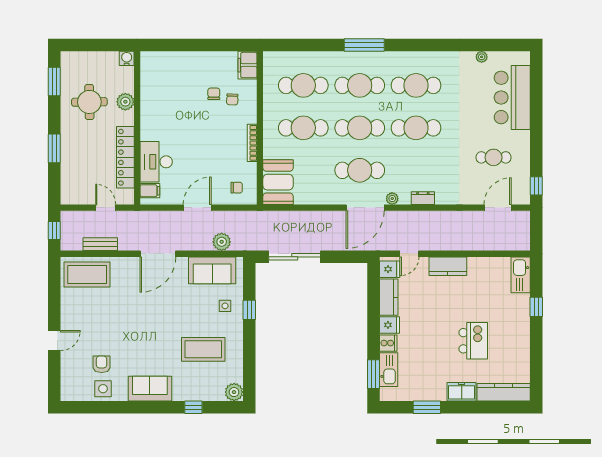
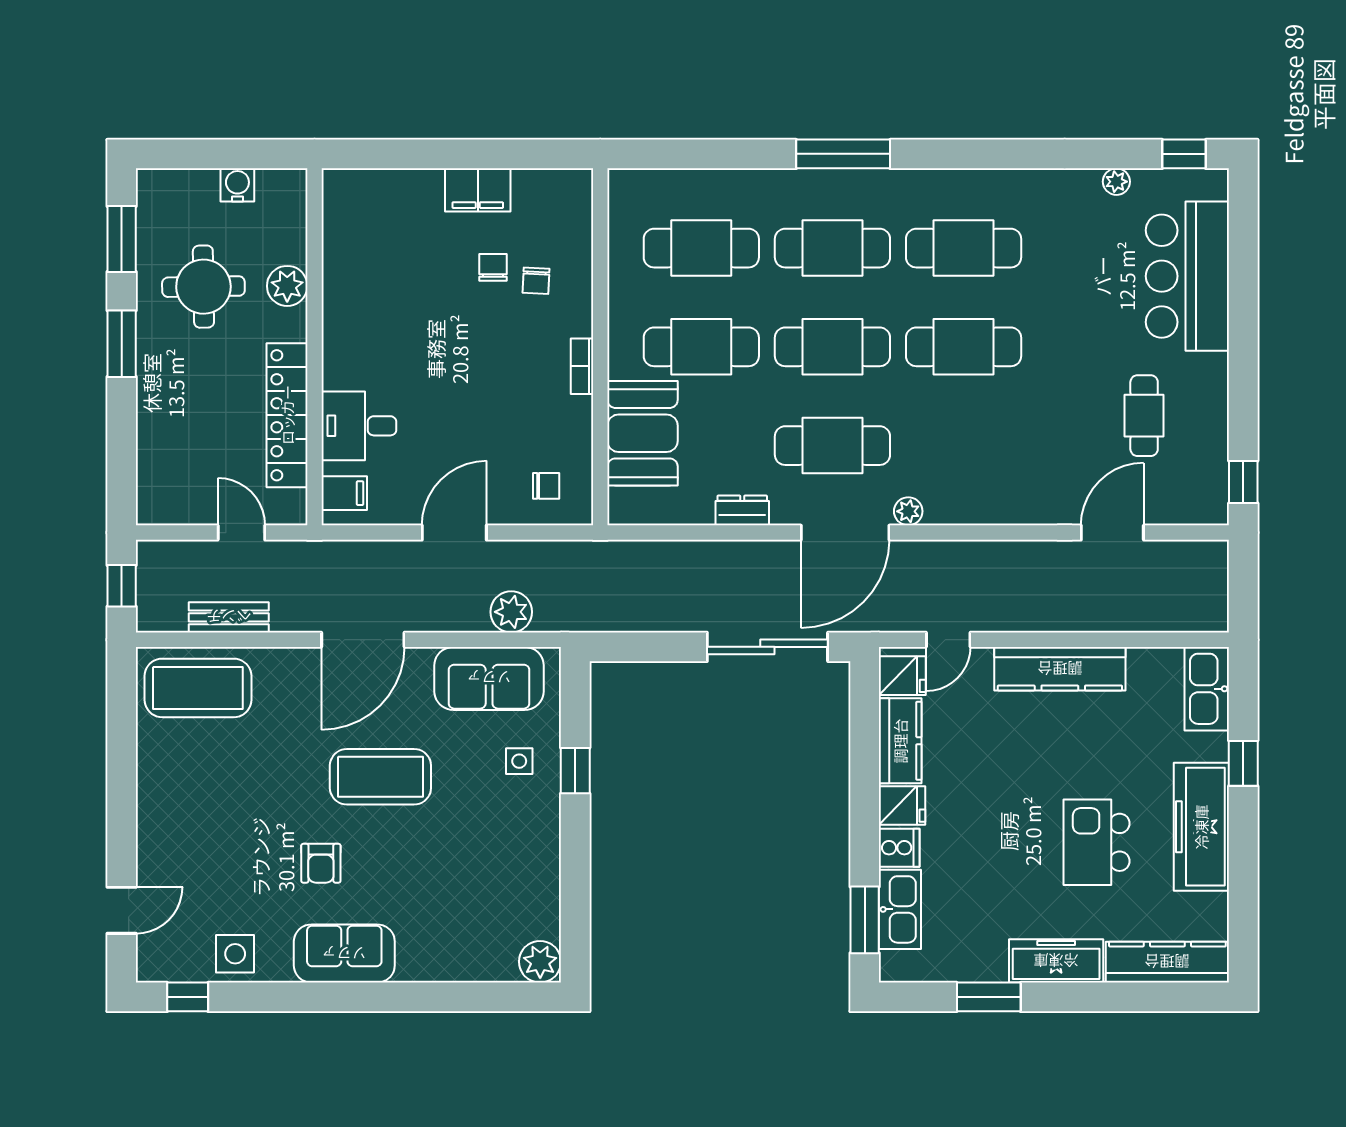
window: (511, 45) -> (1184, 154), added
water cooler: (127, 58) -> (237, 185), moved
filing cabinet: (247, 65) -> (478, 190), moved, turned -90
bookcase: (252, 143) -> (582, 366), width x0.64
window: (54, 148) -> (122, 344), moved
cafe table: (494, 157) -> (1144, 416), turned 90
desk: (156, 162) -> (359, 426), width x0.73
booth: (278, 182) -> (642, 433), moved
dresser: (423, 198) -> (742, 510), moved
door: (498, 208) -> (1112, 533), moved
sliding door: (295, 257) -> (767, 647), moved
kitchen counter: (448, 266) -> (1060, 669), width x1.50
freezer: (518, 334) -> (1201, 827), added
door: (54, 341) -> (122, 910), moved
kitchen island: (473, 341) -> (1097, 842), turned 180
coffee table: (203, 349) -> (380, 777), moved
armchair: (102, 364) -> (321, 863), moved, turned 180
freezer: (462, 392) -> (1056, 961), width x1.40
window: (193, 407) -> (188, 997), moved

